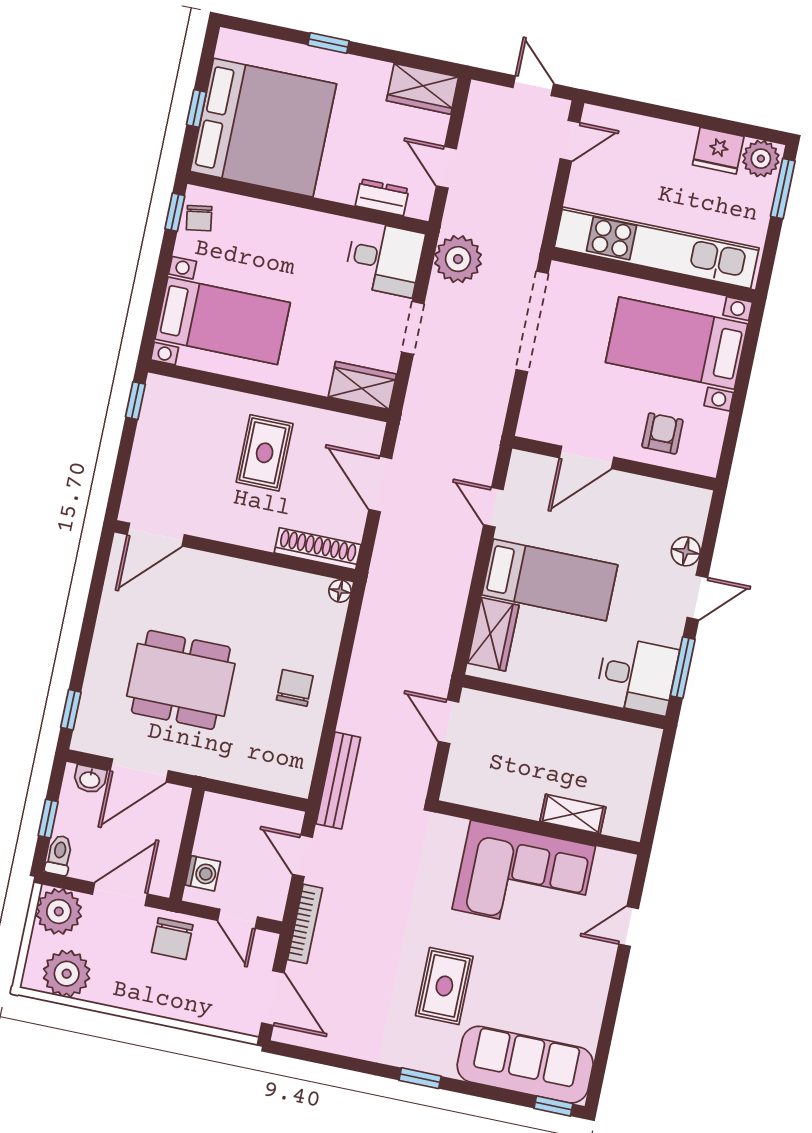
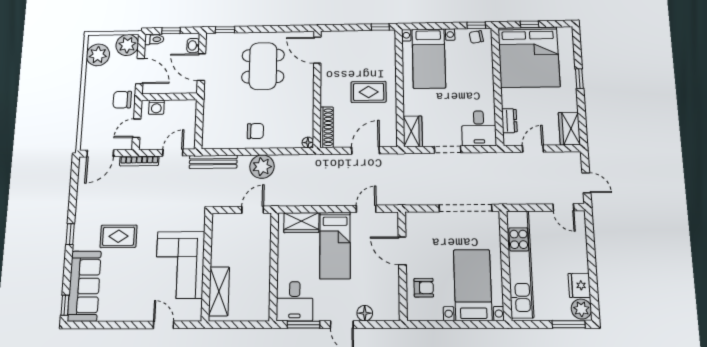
door: (533, 86) -> (586, 183), hinge flipped
plant: (458, 259) -> (262, 167), moved
dining table: (181, 680) -> (263, 66), moved
shelving: (573, 814) -> (219, 291), width x1.50, depth x1.33

